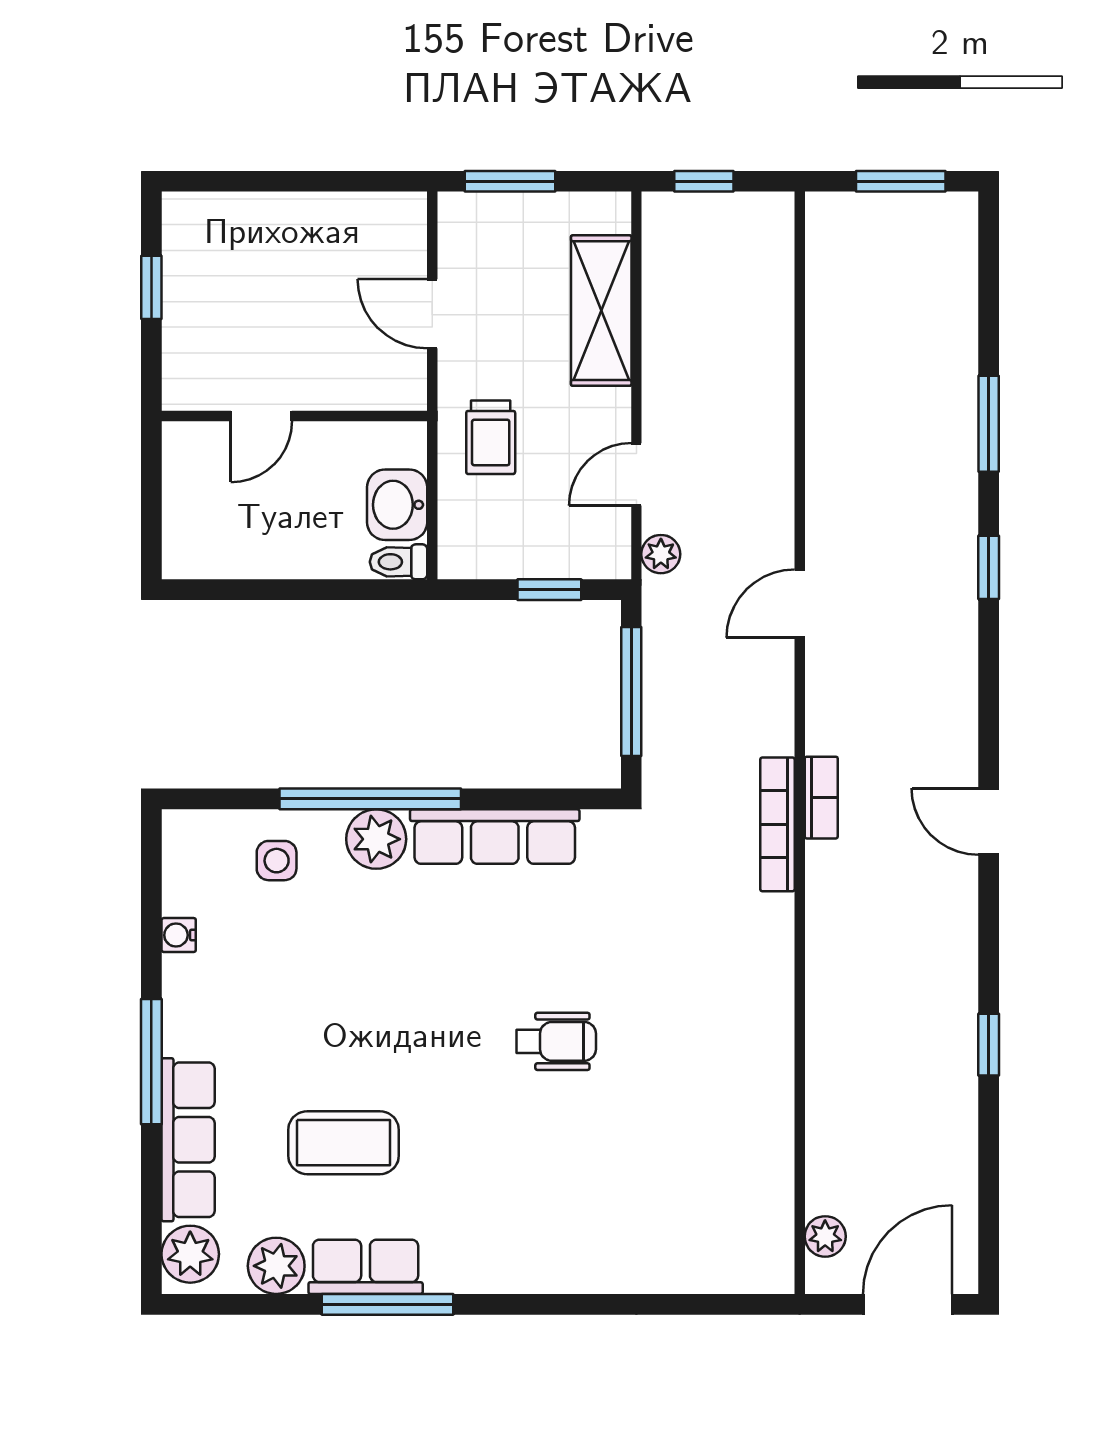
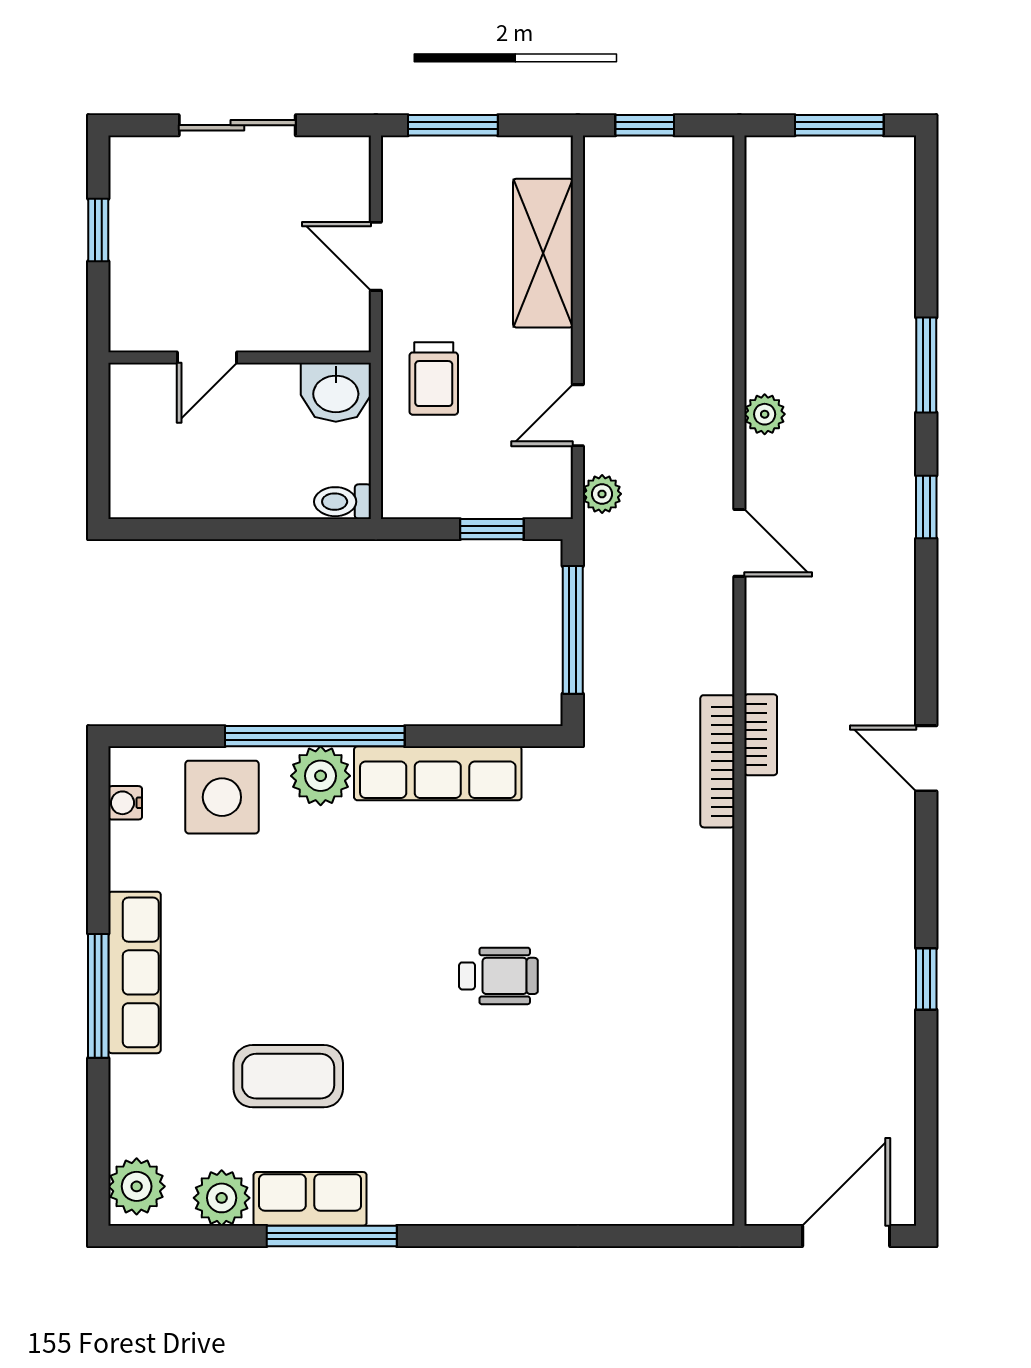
sliding door: (292, 181) -> (237, 125), added
washbasin: (397, 505) -> (336, 392), moved, turned -90
door: (800, 604) -> (739, 543), swing flipped
side table: (277, 861) -> (222, 797), width x1.87, depth x1.87
water cooler: (179, 935) -> (125, 803), moved
row of seats: (188, 1140) -> (134, 972), moved
plant: (825, 1236) -> (765, 414), moved

